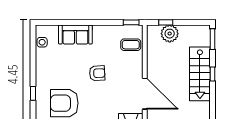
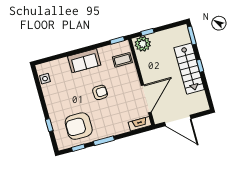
sofa: (75, 34) -> (84, 61), moved
plant: (170, 34) -> (143, 44), moved
door: (145, 94) -> (146, 99), hinge flipped

